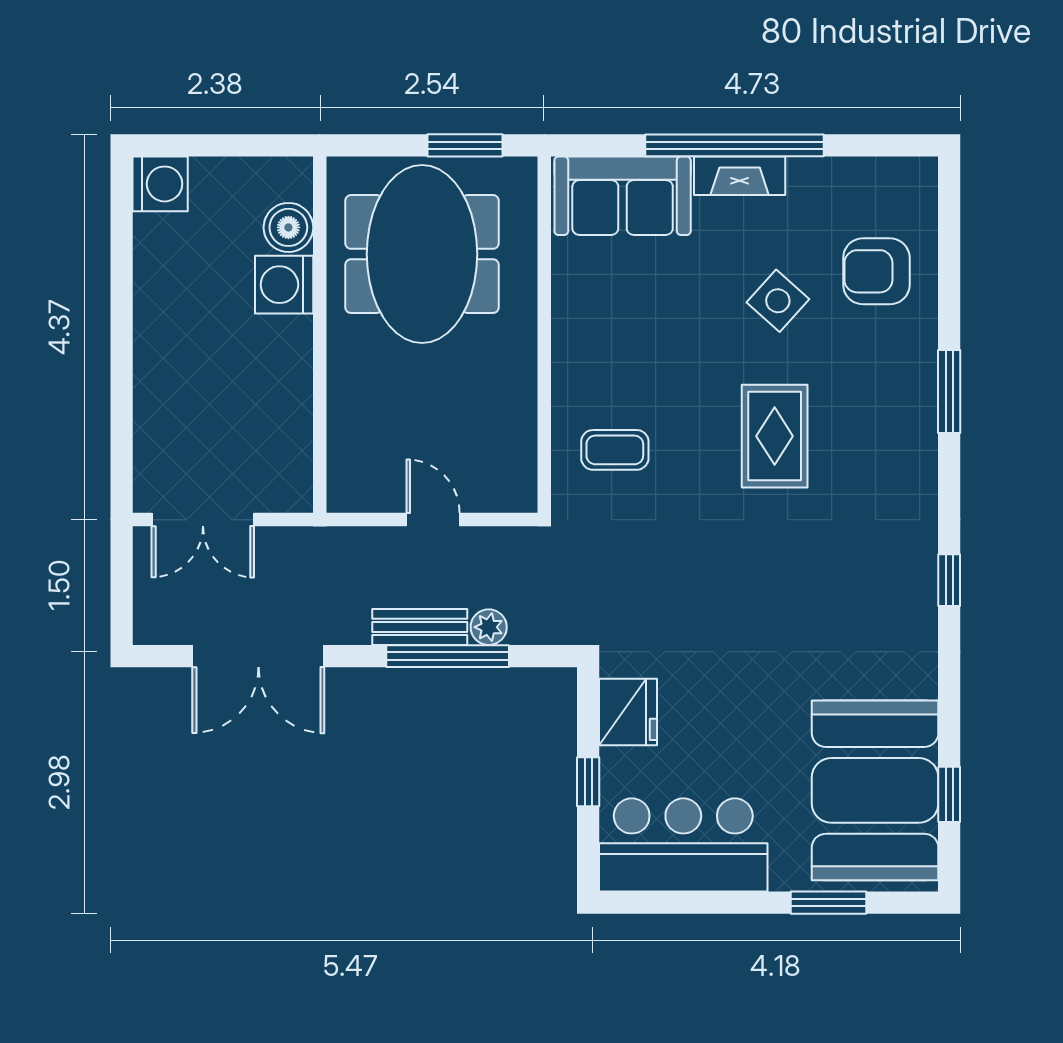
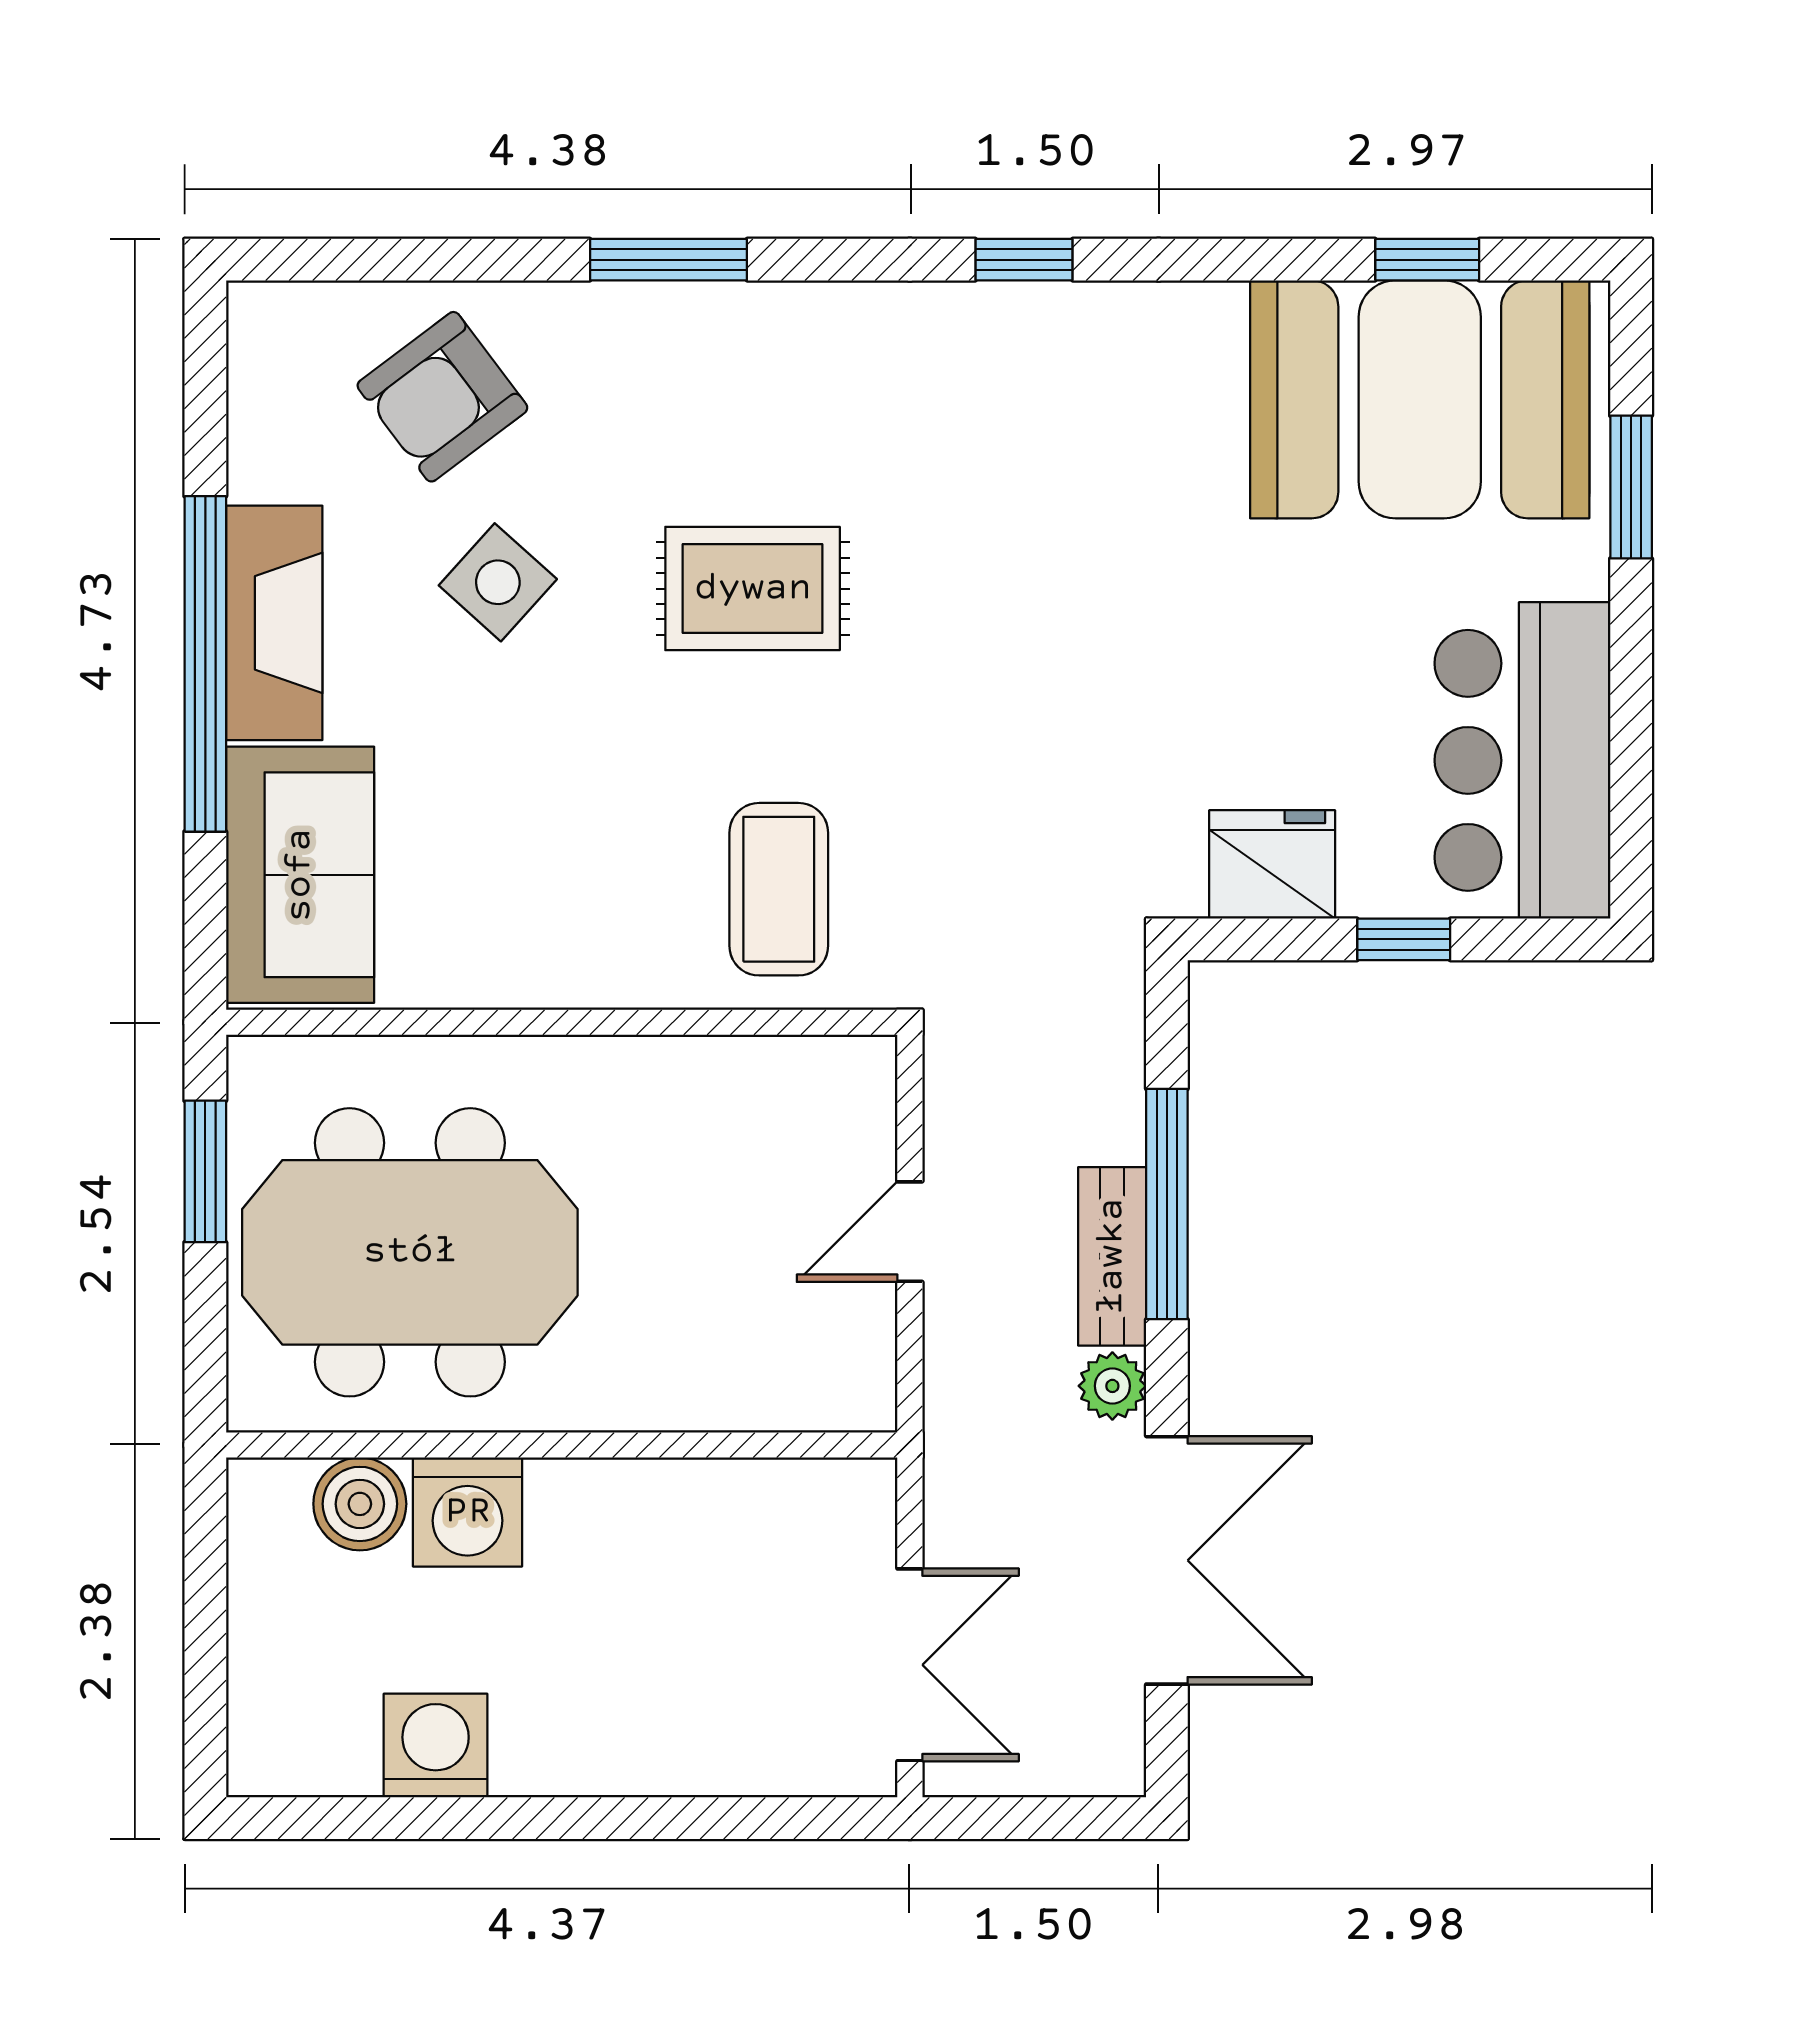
fireplace: (740, 176) -> (274, 623), width x1.37, depth x1.32
washing machine: (160, 184) -> (436, 1745), moved
armchair: (876, 271) -> (442, 397), turned 53
coffee table: (615, 450) -> (779, 889), width x1.36, depth x1.30
plant: (489, 627) -> (1112, 1386), moved

